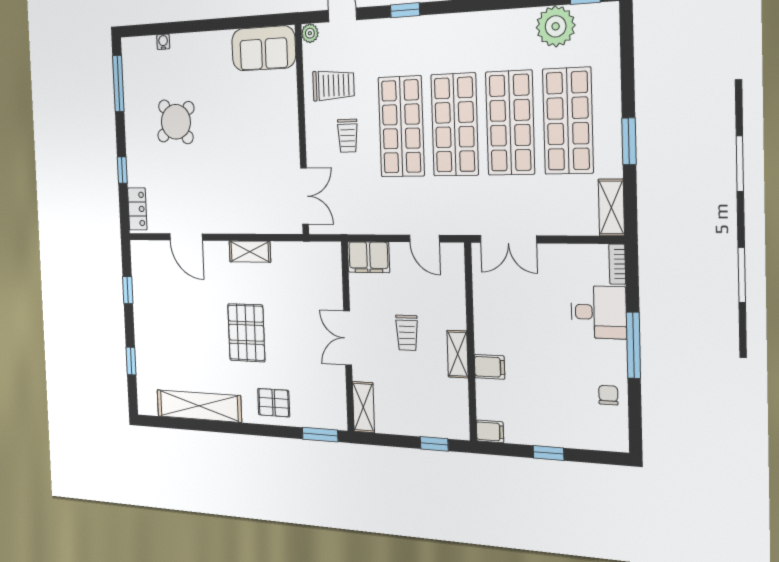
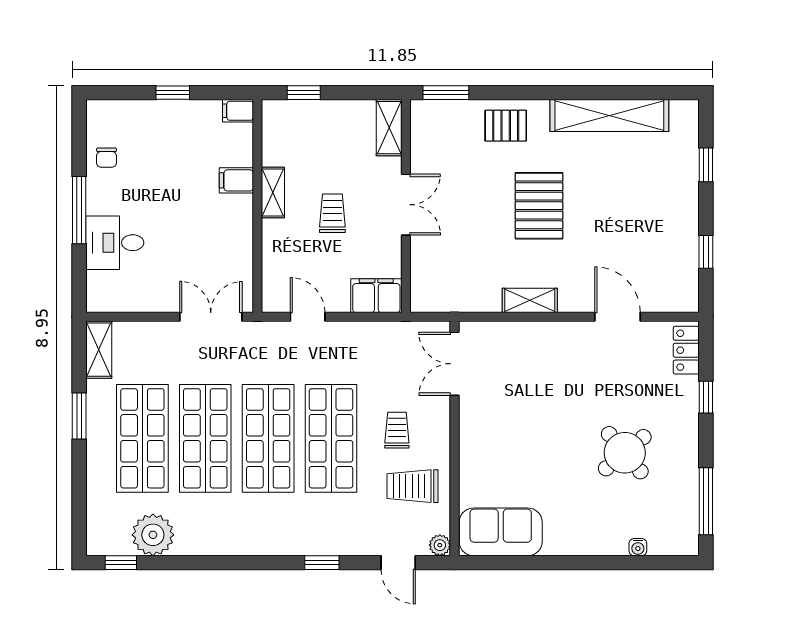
bookcase: (617, 264) -> (94, 292), removed

